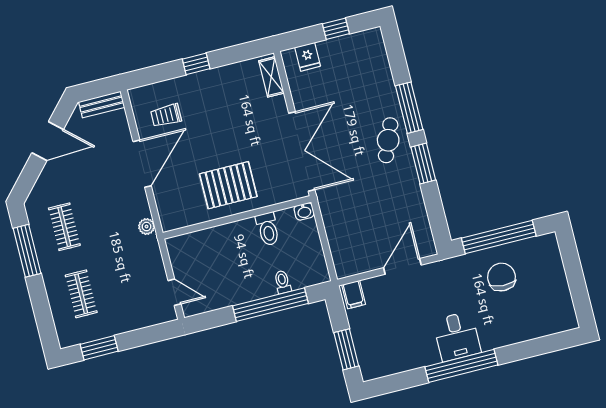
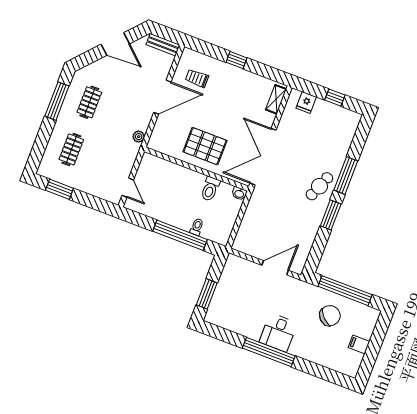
double door: (302, 151) -> (263, 157), swing flipped
chair: (502, 277) -> (330, 316), turned 42
filing cabinet: (354, 295) -> (359, 344), moved, turned 90

